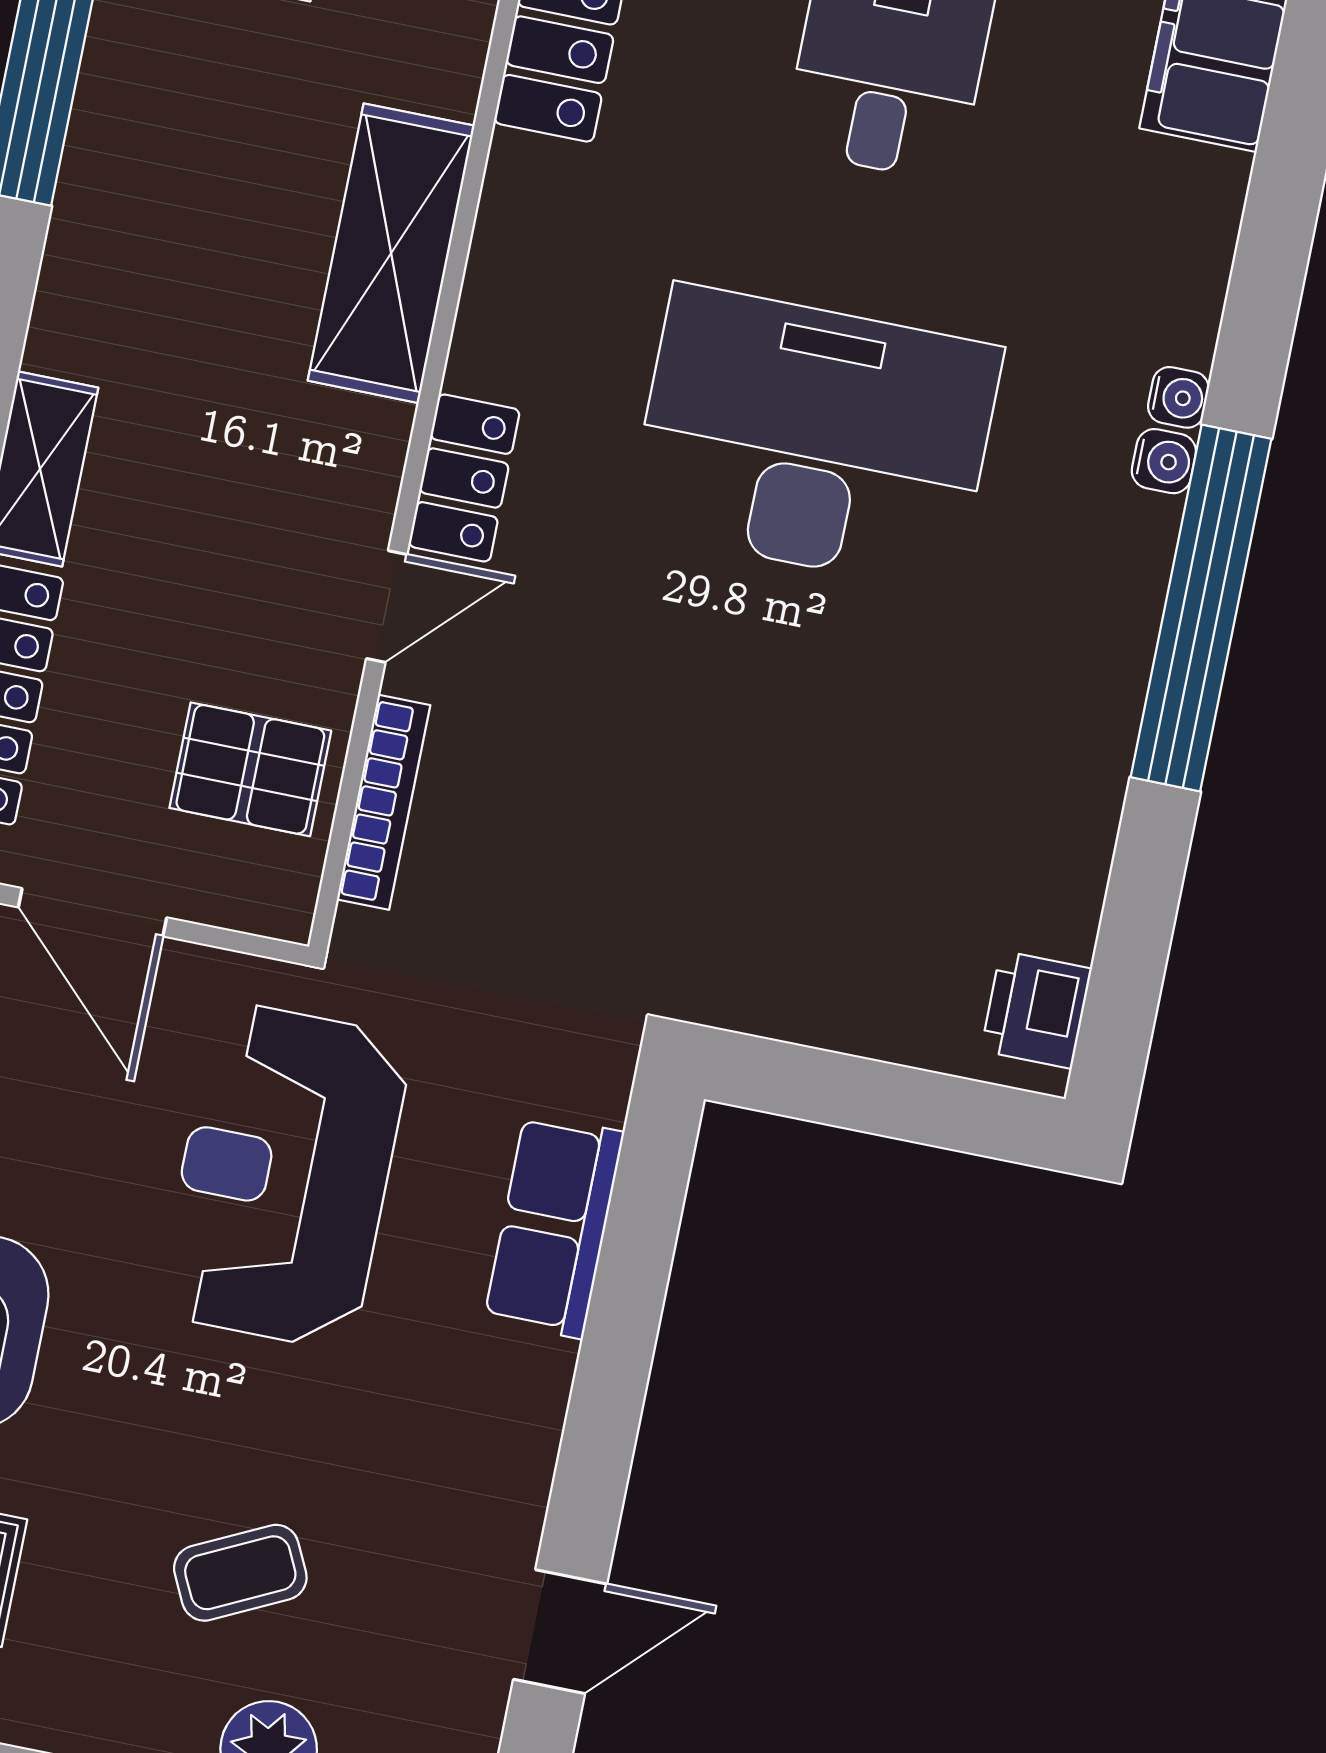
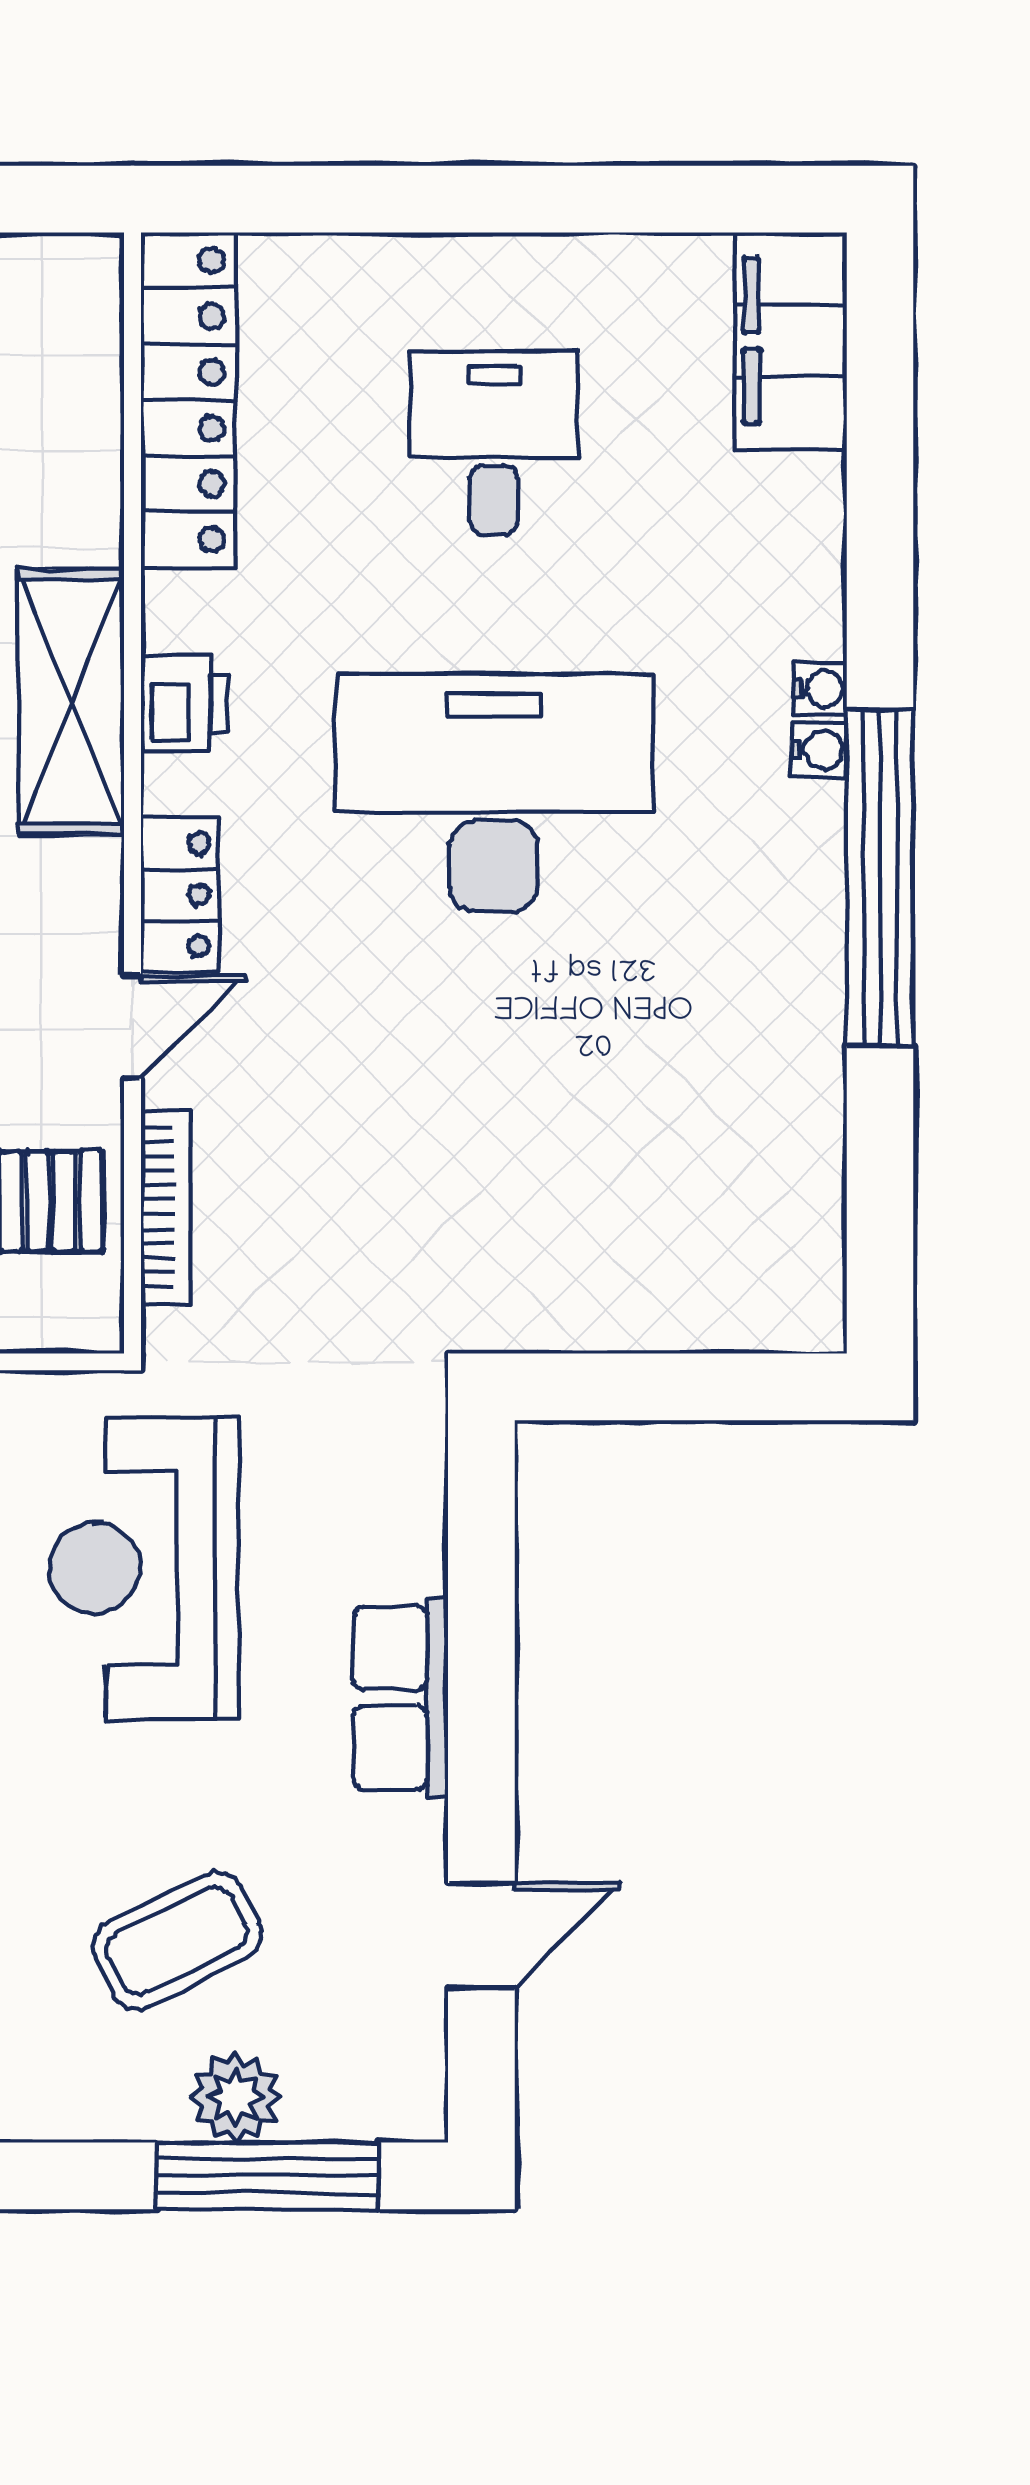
printer: (1036, 1010) -> (184, 703), moved, turned 180
row of seats: (554, 1226) -> (401, 1698), moved
coffee table: (240, 1573) -> (177, 1941), width x1.36, depth x1.30

